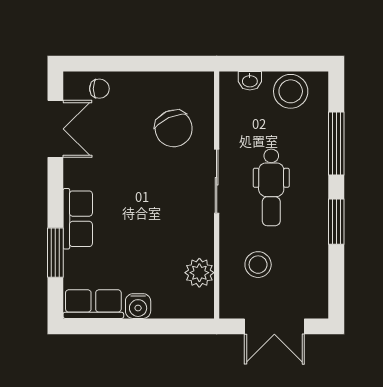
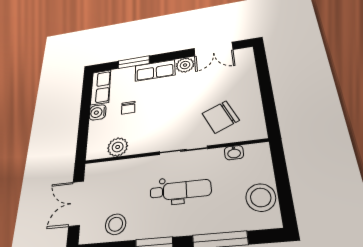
washbasin: (250, 81) -> (234, 153), moved, turned -90
chair: (99, 89) -> (128, 108), moved
plant: (77, 173) -> (185, 65), added
dental chair: (271, 187) -> (180, 190), turned 180
stool: (258, 265) -> (116, 224), moved

